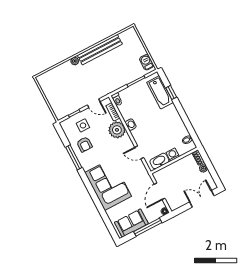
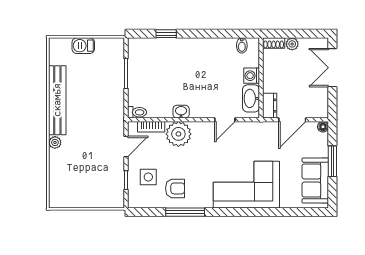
barbecue: (147, 62) -> (83, 46), moved
bathtub: (160, 92) -> (158, 49), removed
dresser: (161, 174) -> (270, 106), added
door: (160, 191) -> (292, 120), hinge flipped
window: (148, 227) -> (332, 161), width x0.69

